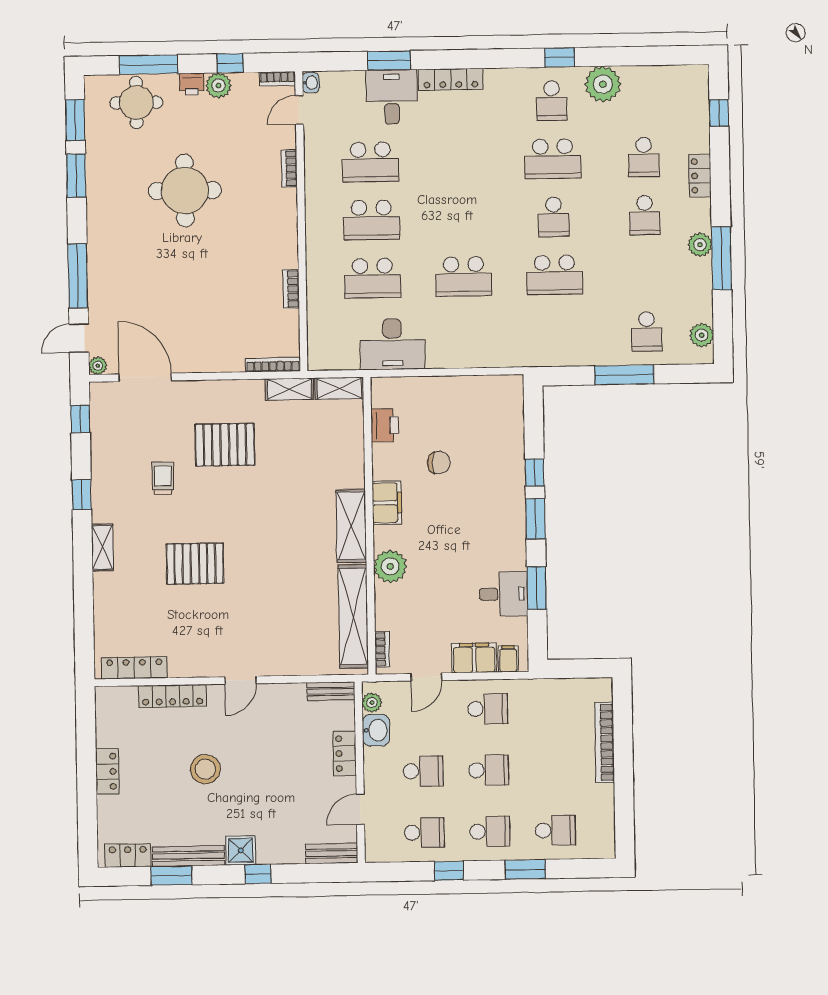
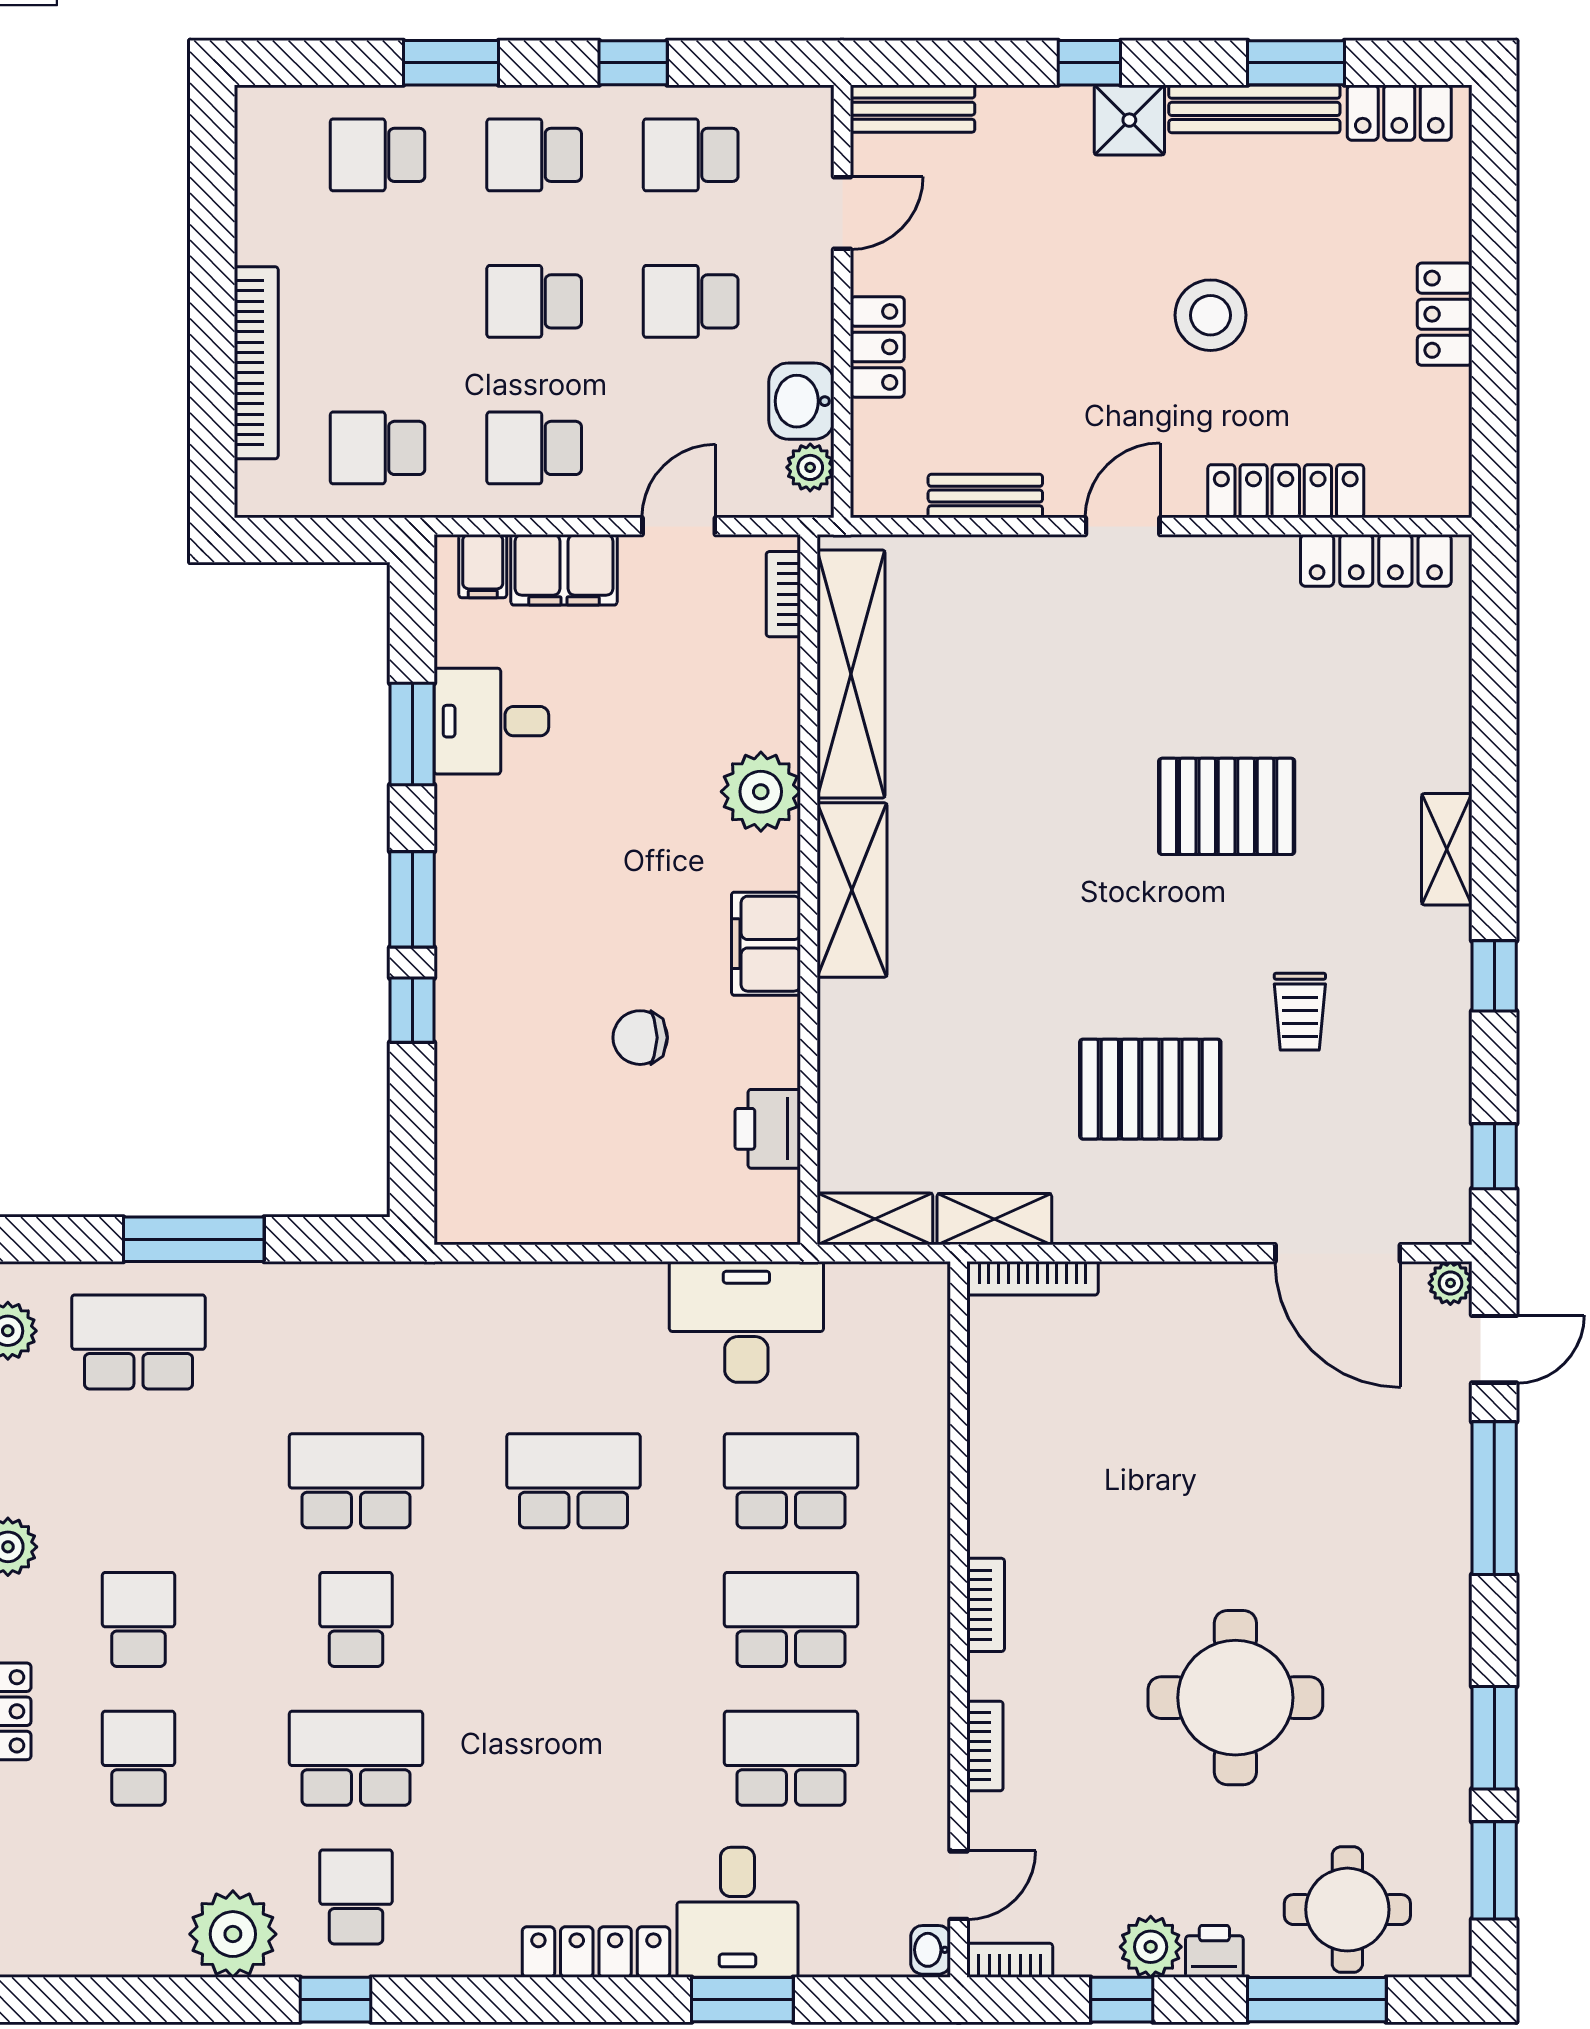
bookcase: (291, 289) -> (986, 1605), moved
school desk: (647, 331) -> (138, 1342), width x1.85
bench: (331, 691) -> (985, 496), moved
school desk: (553, 708) -> (378, 448), added

